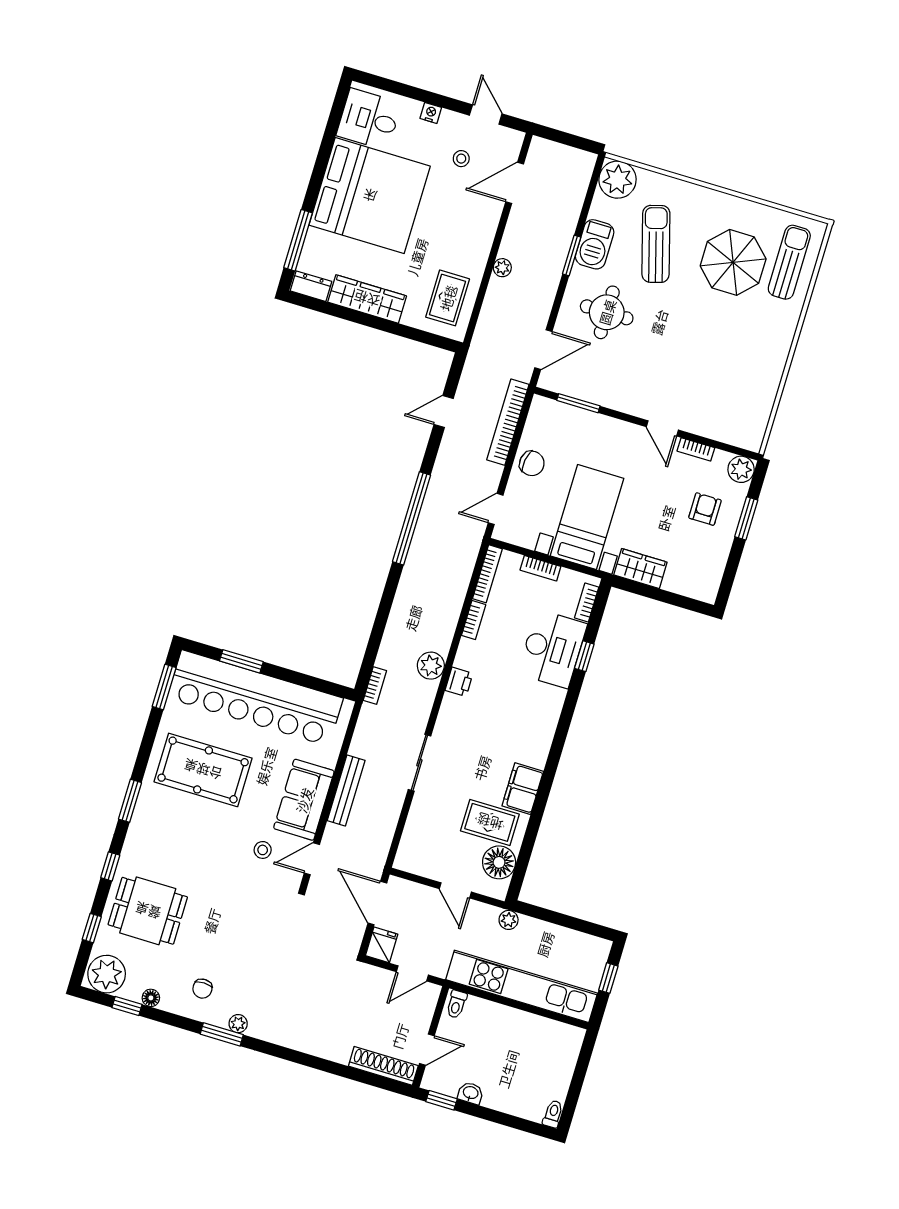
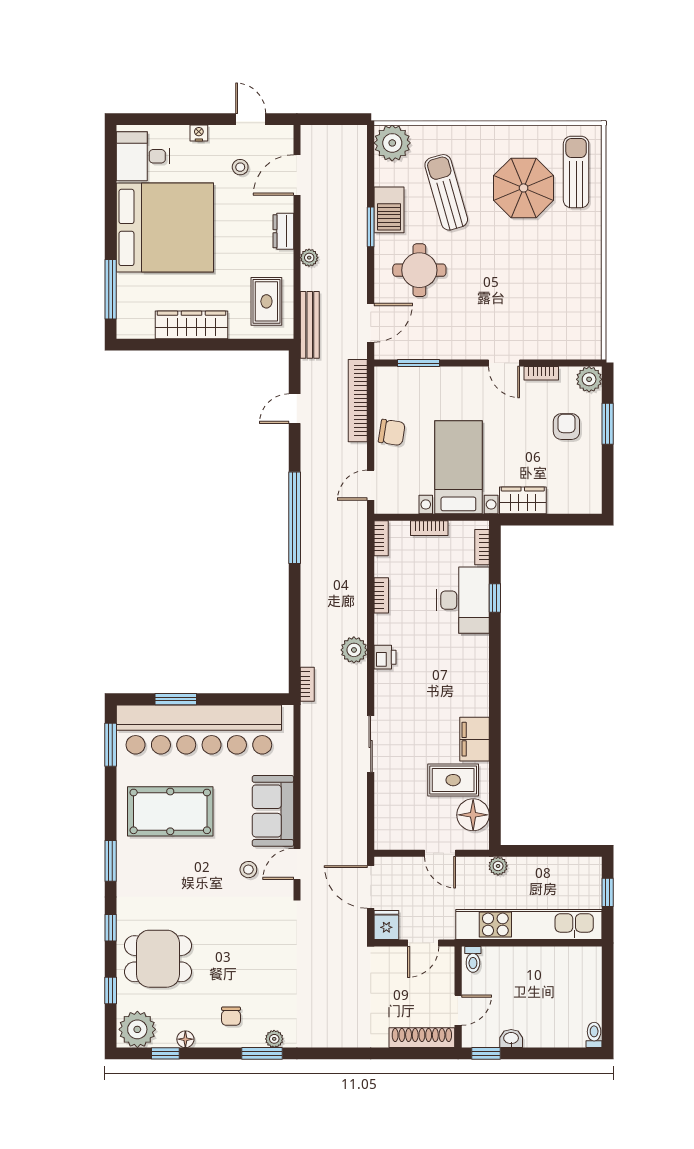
dresser: (311, 286) -> (283, 231), moved, turned -90
bookcase: (487, 574) -> (381, 538), width x0.64
bench: (346, 790) -> (310, 325), moved

